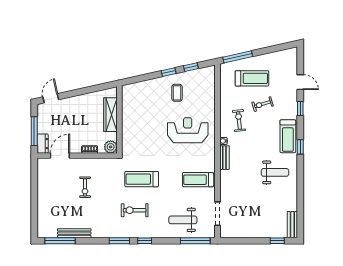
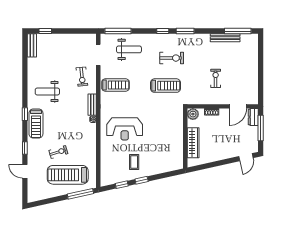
treadmill: (252, 78) -> (68, 175), width x1.37, depth x1.38
exercise bike: (239, 121) -> (82, 77), moved
treadmill: (288, 136) -> (36, 124), turned 180

